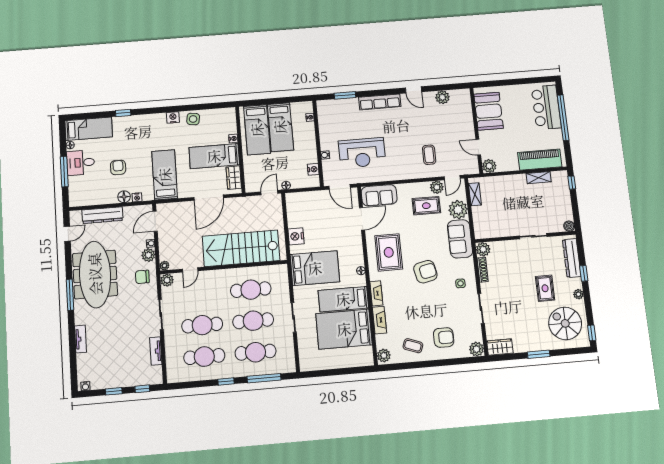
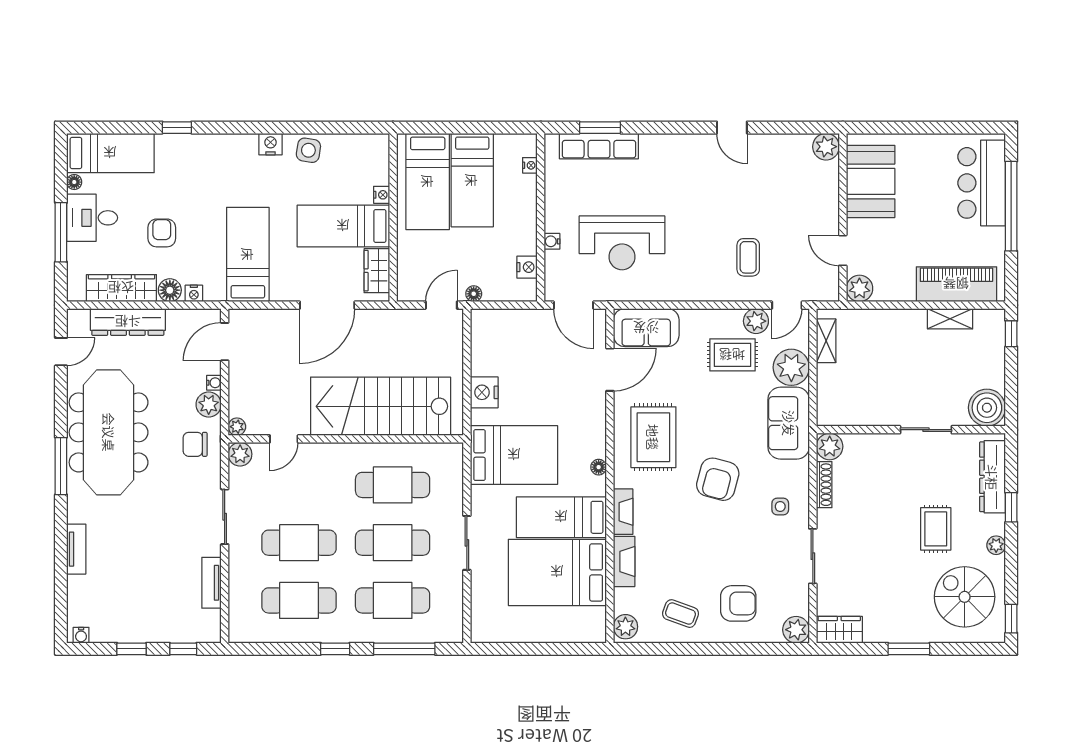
plant: (442, 97) -> (826, 147), moved
row of seats: (380, 102) -> (599, 146), moved
wardrobe: (98, 198) -> (121, 288), added
boiler: (569, 226) -> (987, 408), width x1.86, depth x1.86
armchair: (425, 272) -> (718, 479), turned 117

